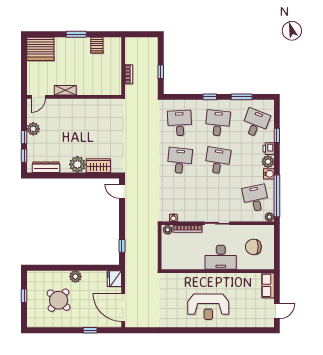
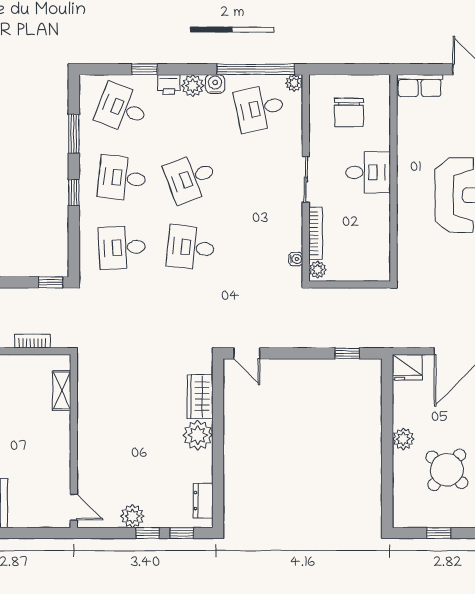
window: (161, 72) -> (51, 282), moved
shelving: (65, 90) -> (62, 391), moved
desk: (218, 161) -> (191, 178), turned -30
dresser: (46, 167) -> (203, 501), width x0.70
door: (122, 191) -> (247, 353), hinge flipped
desk: (221, 257) -> (368, 172), width x0.73

